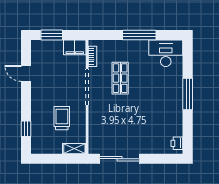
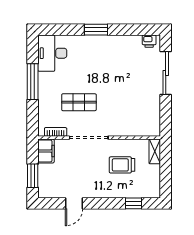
window: (188, 94) -> (96, 30), width x0.69
sliding door: (120, 159) -> (166, 73), moved

